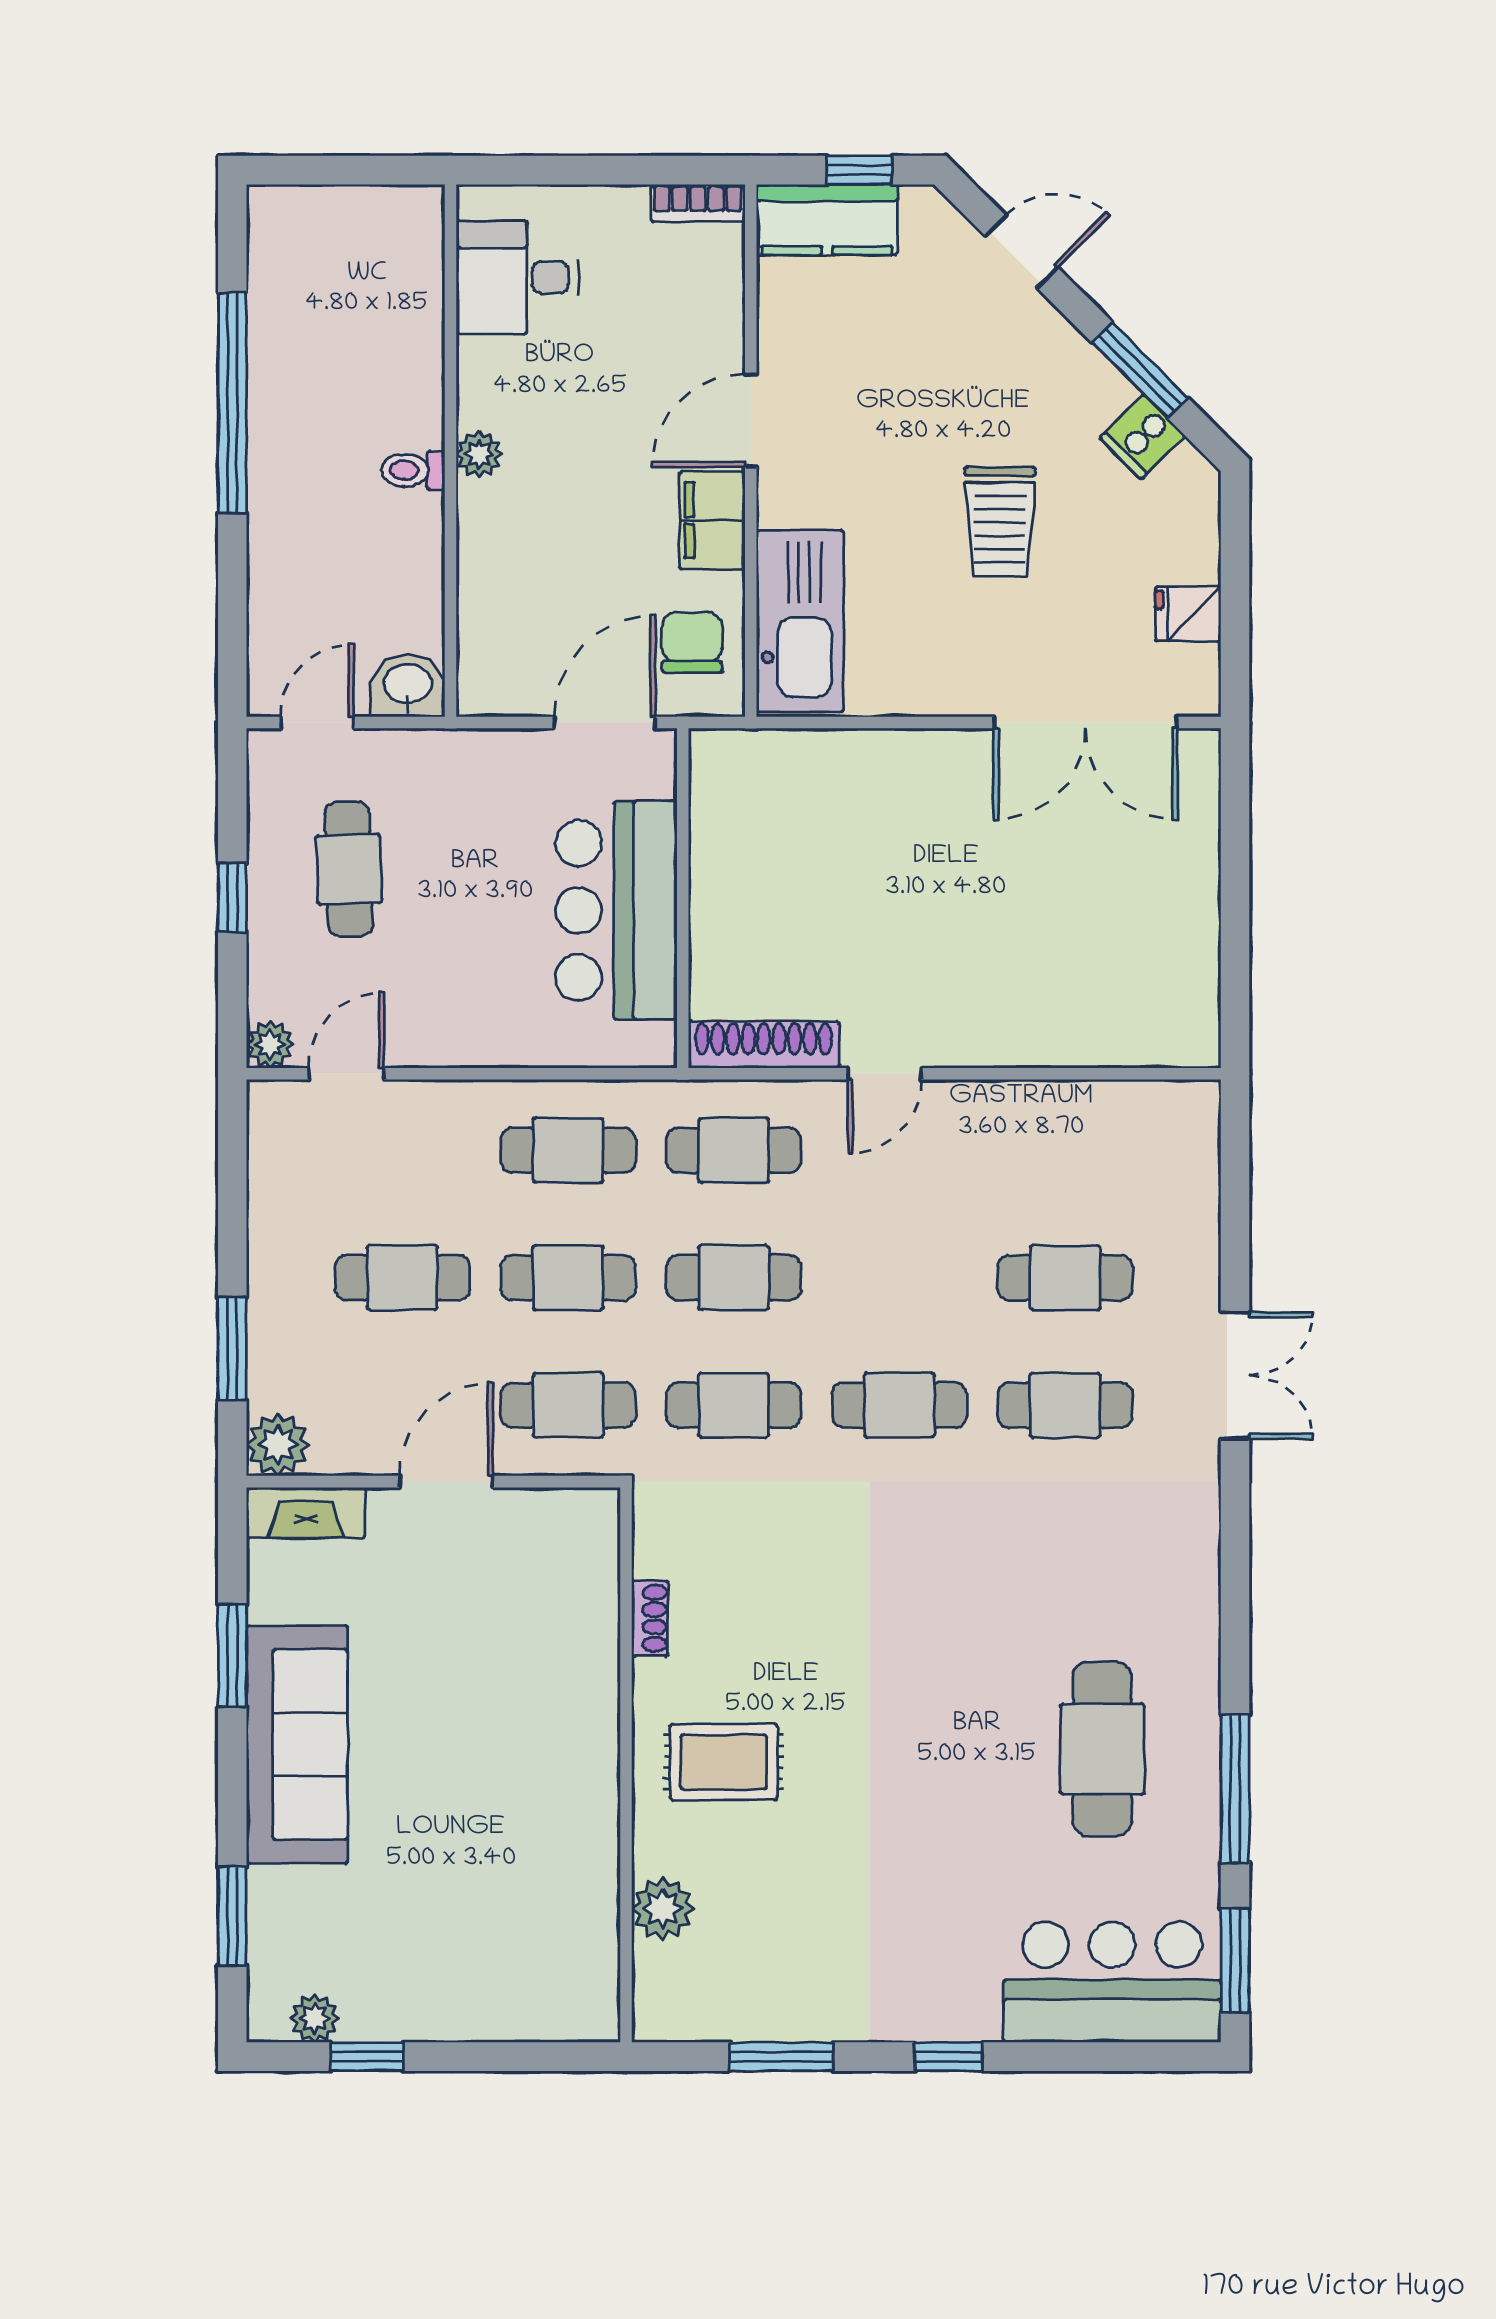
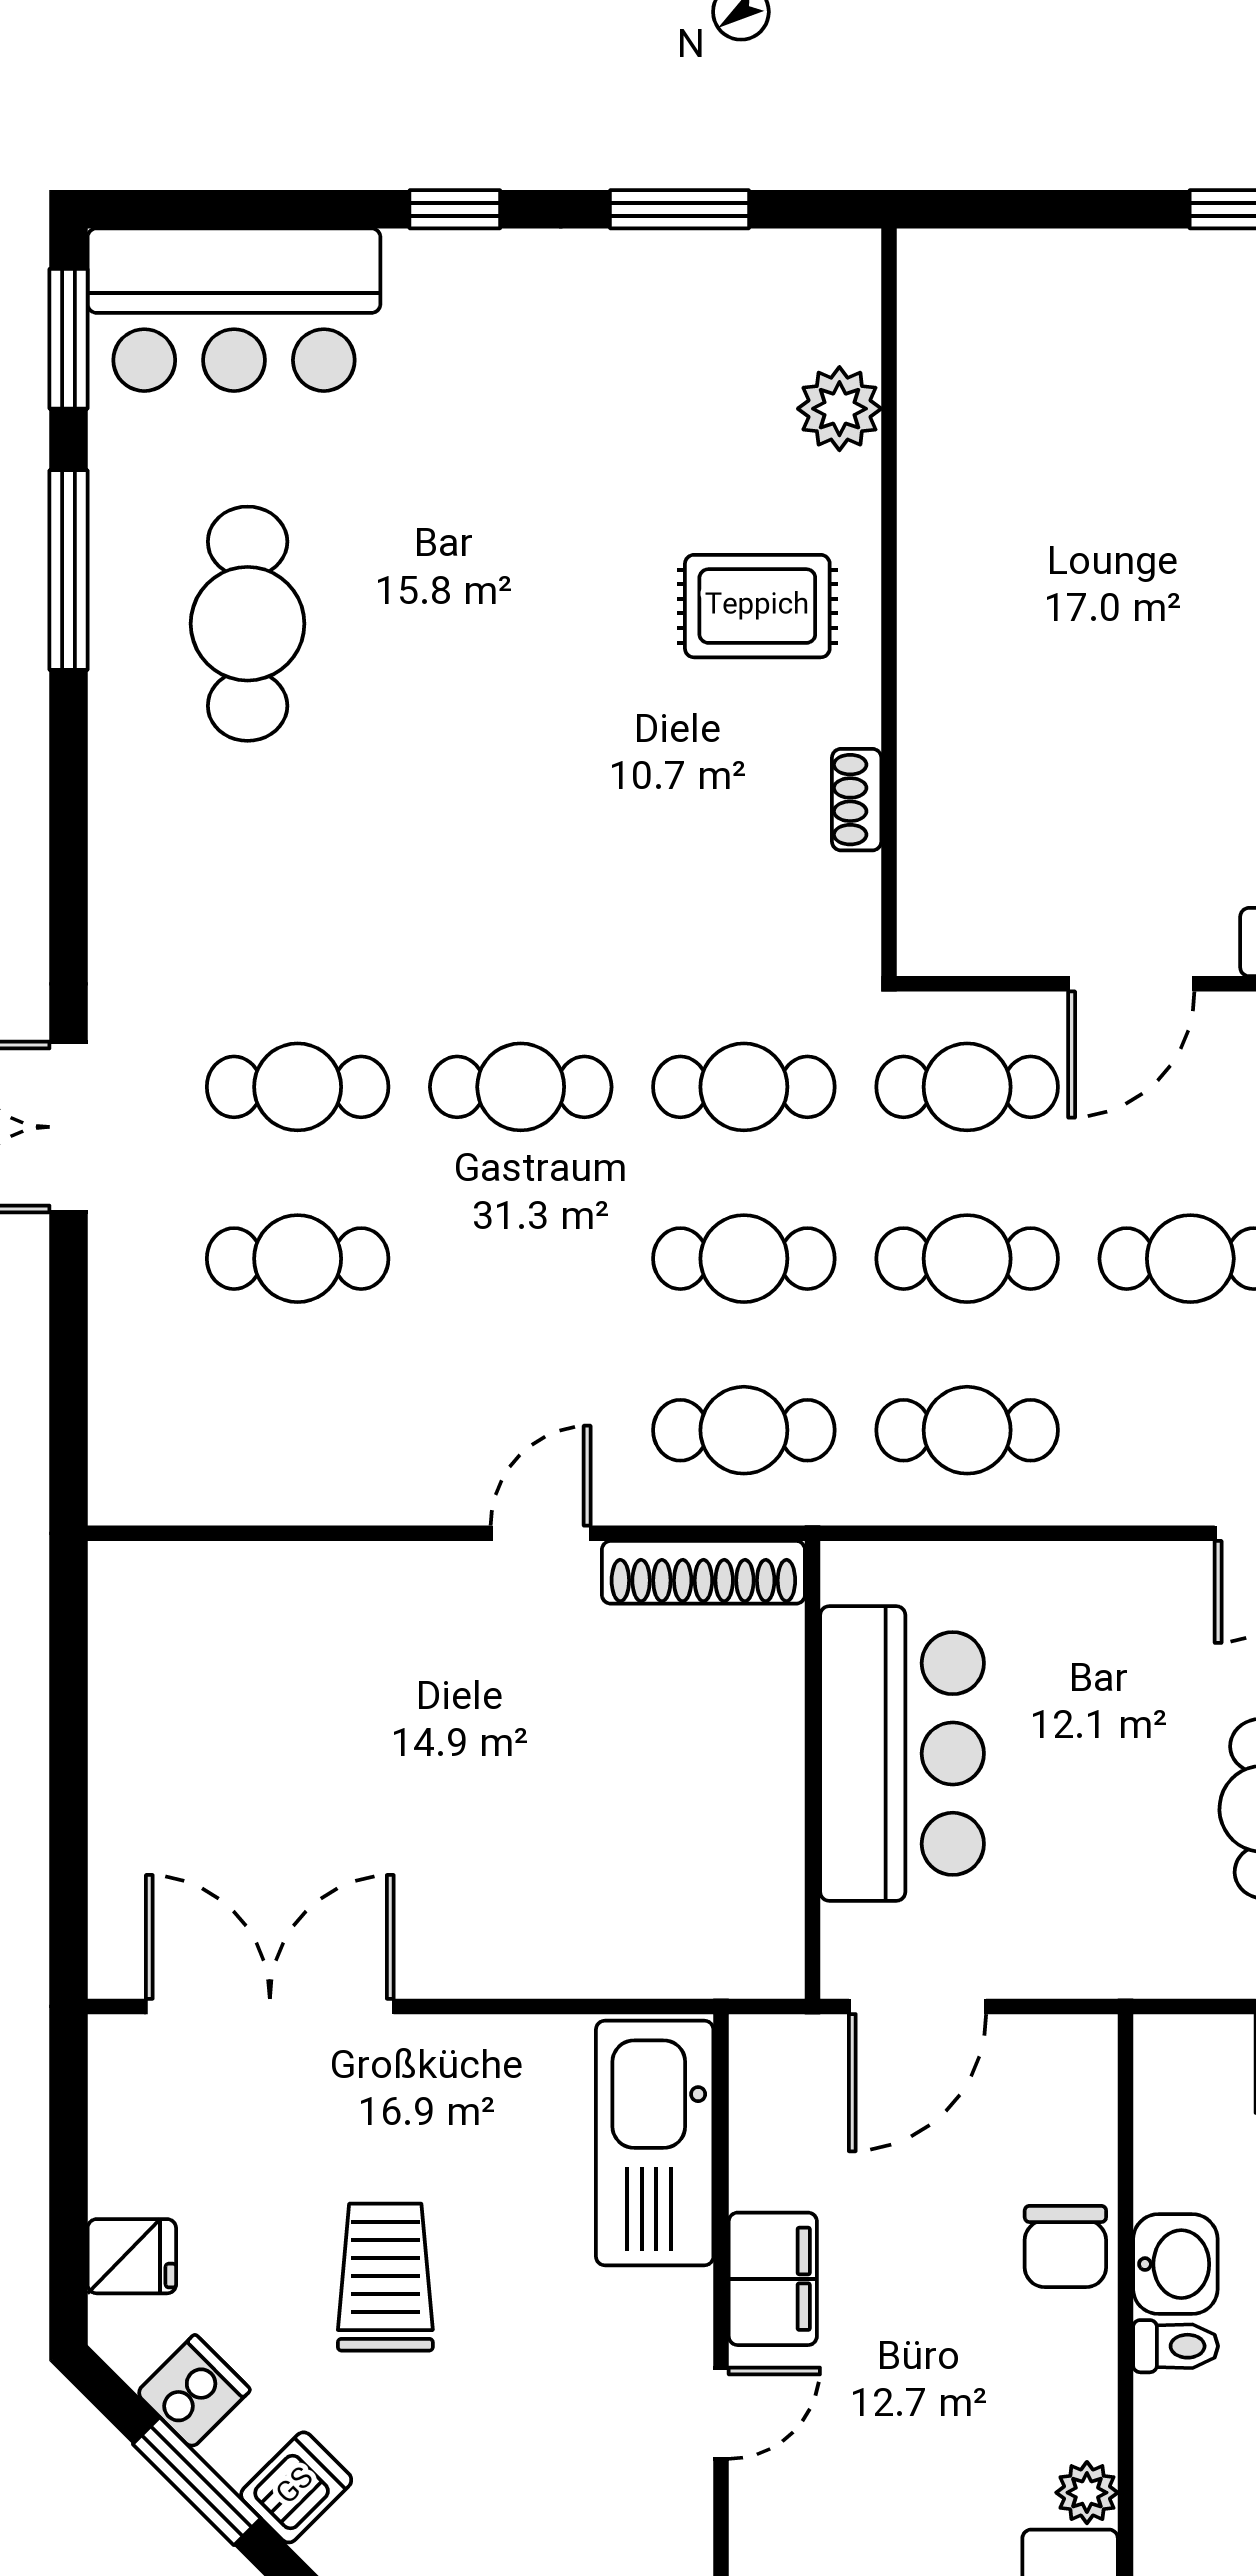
dishwasher: (1066, 365) -> (296, 2487), added
door: (751, 421) -> (721, 2413), width x0.73
plant: (479, 454) -> (1087, 2493), moved
fridge: (1188, 614) -> (132, 2256), moved
chair: (692, 643) -> (1065, 2246), moved
washbasin: (408, 685) -> (1175, 2264), moved, turned -90

